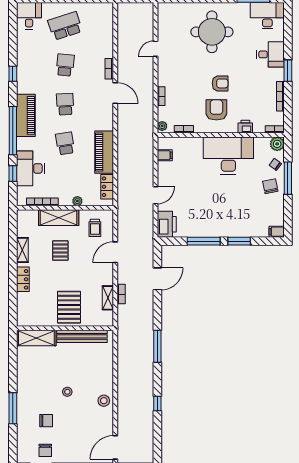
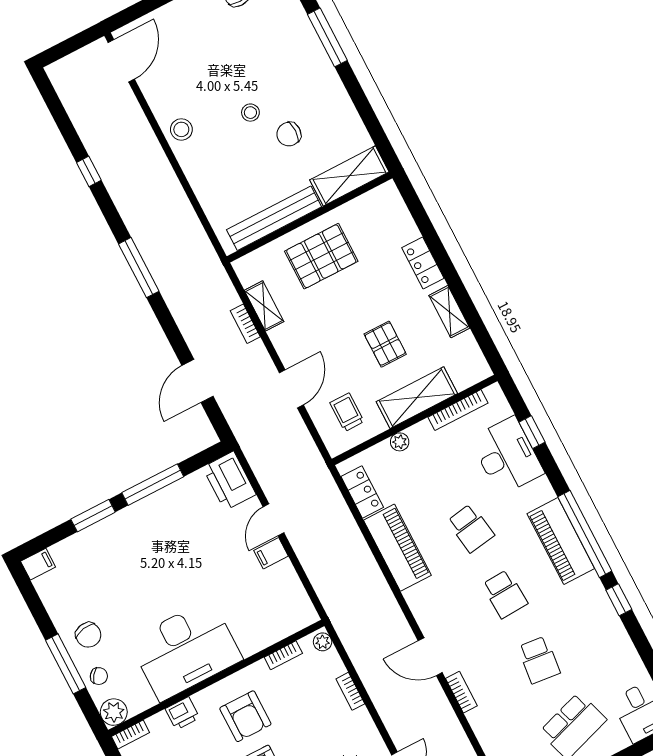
window: (13, 131) -> (585, 534), moved
filing cabinet: (165, 155) -> (271, 553), moved
pallet: (69, 307) -> (321, 256), turned 90
chair: (46, 421) -> (289, 134), moved

